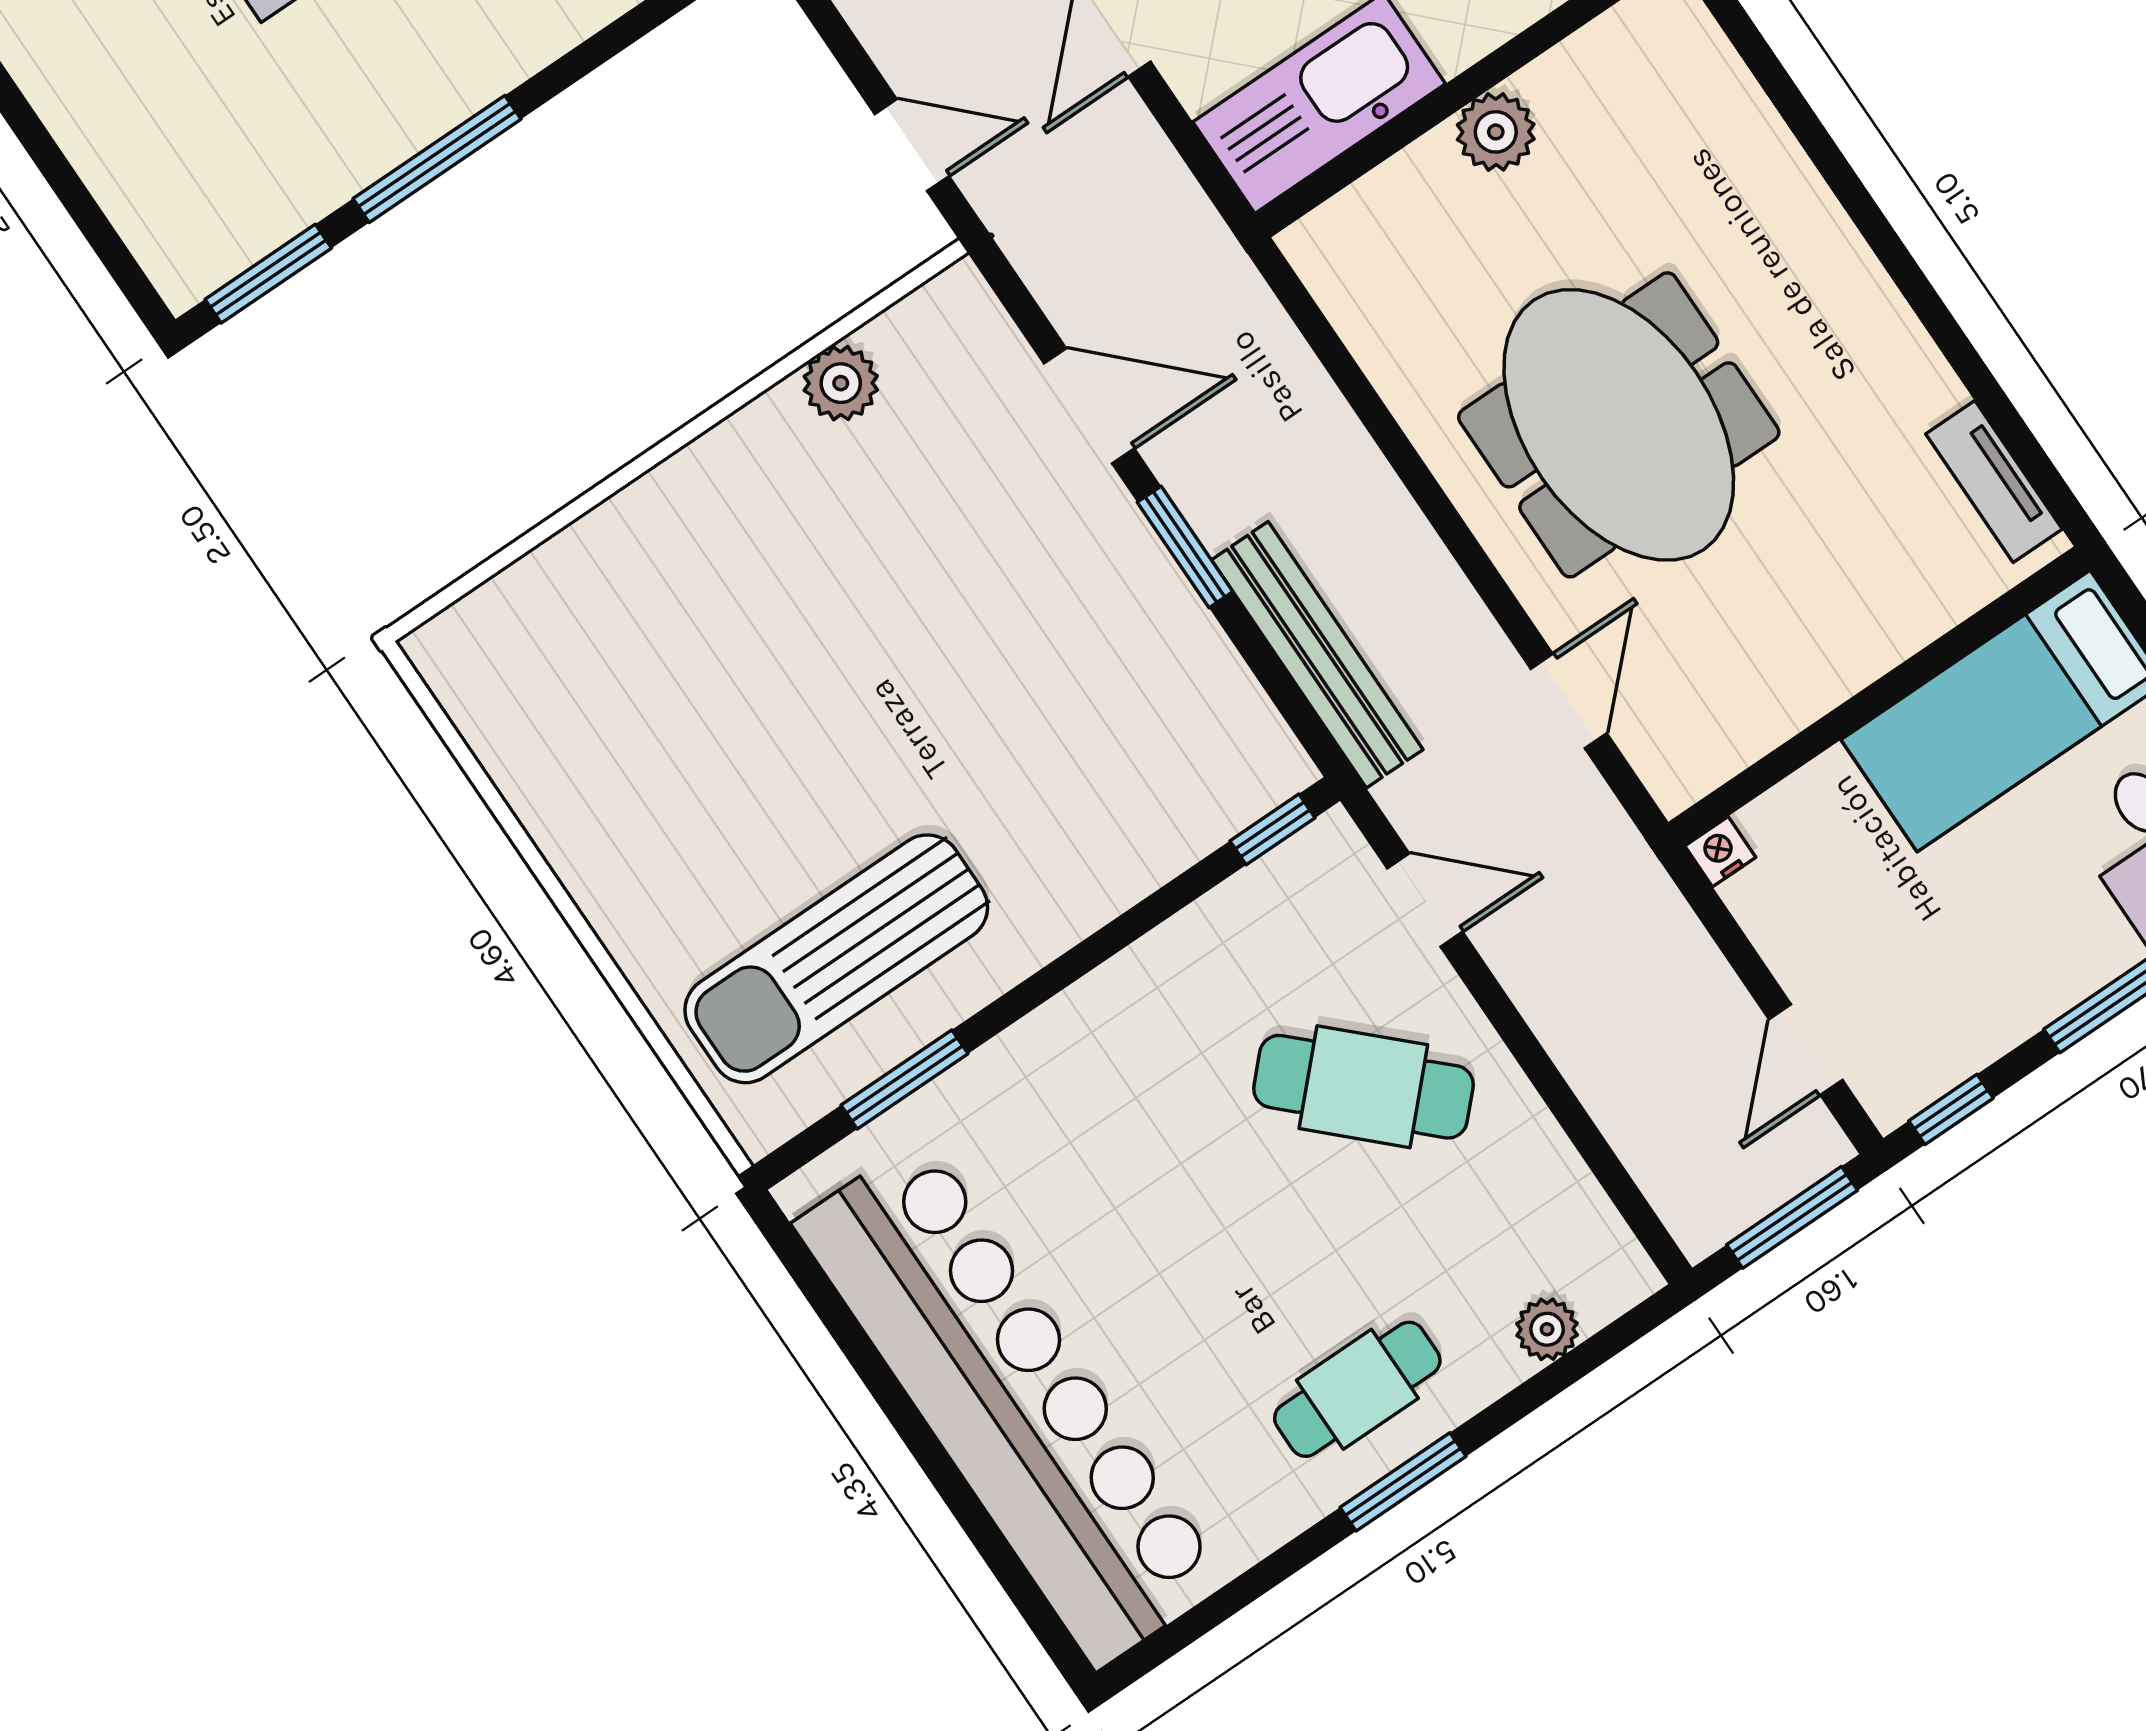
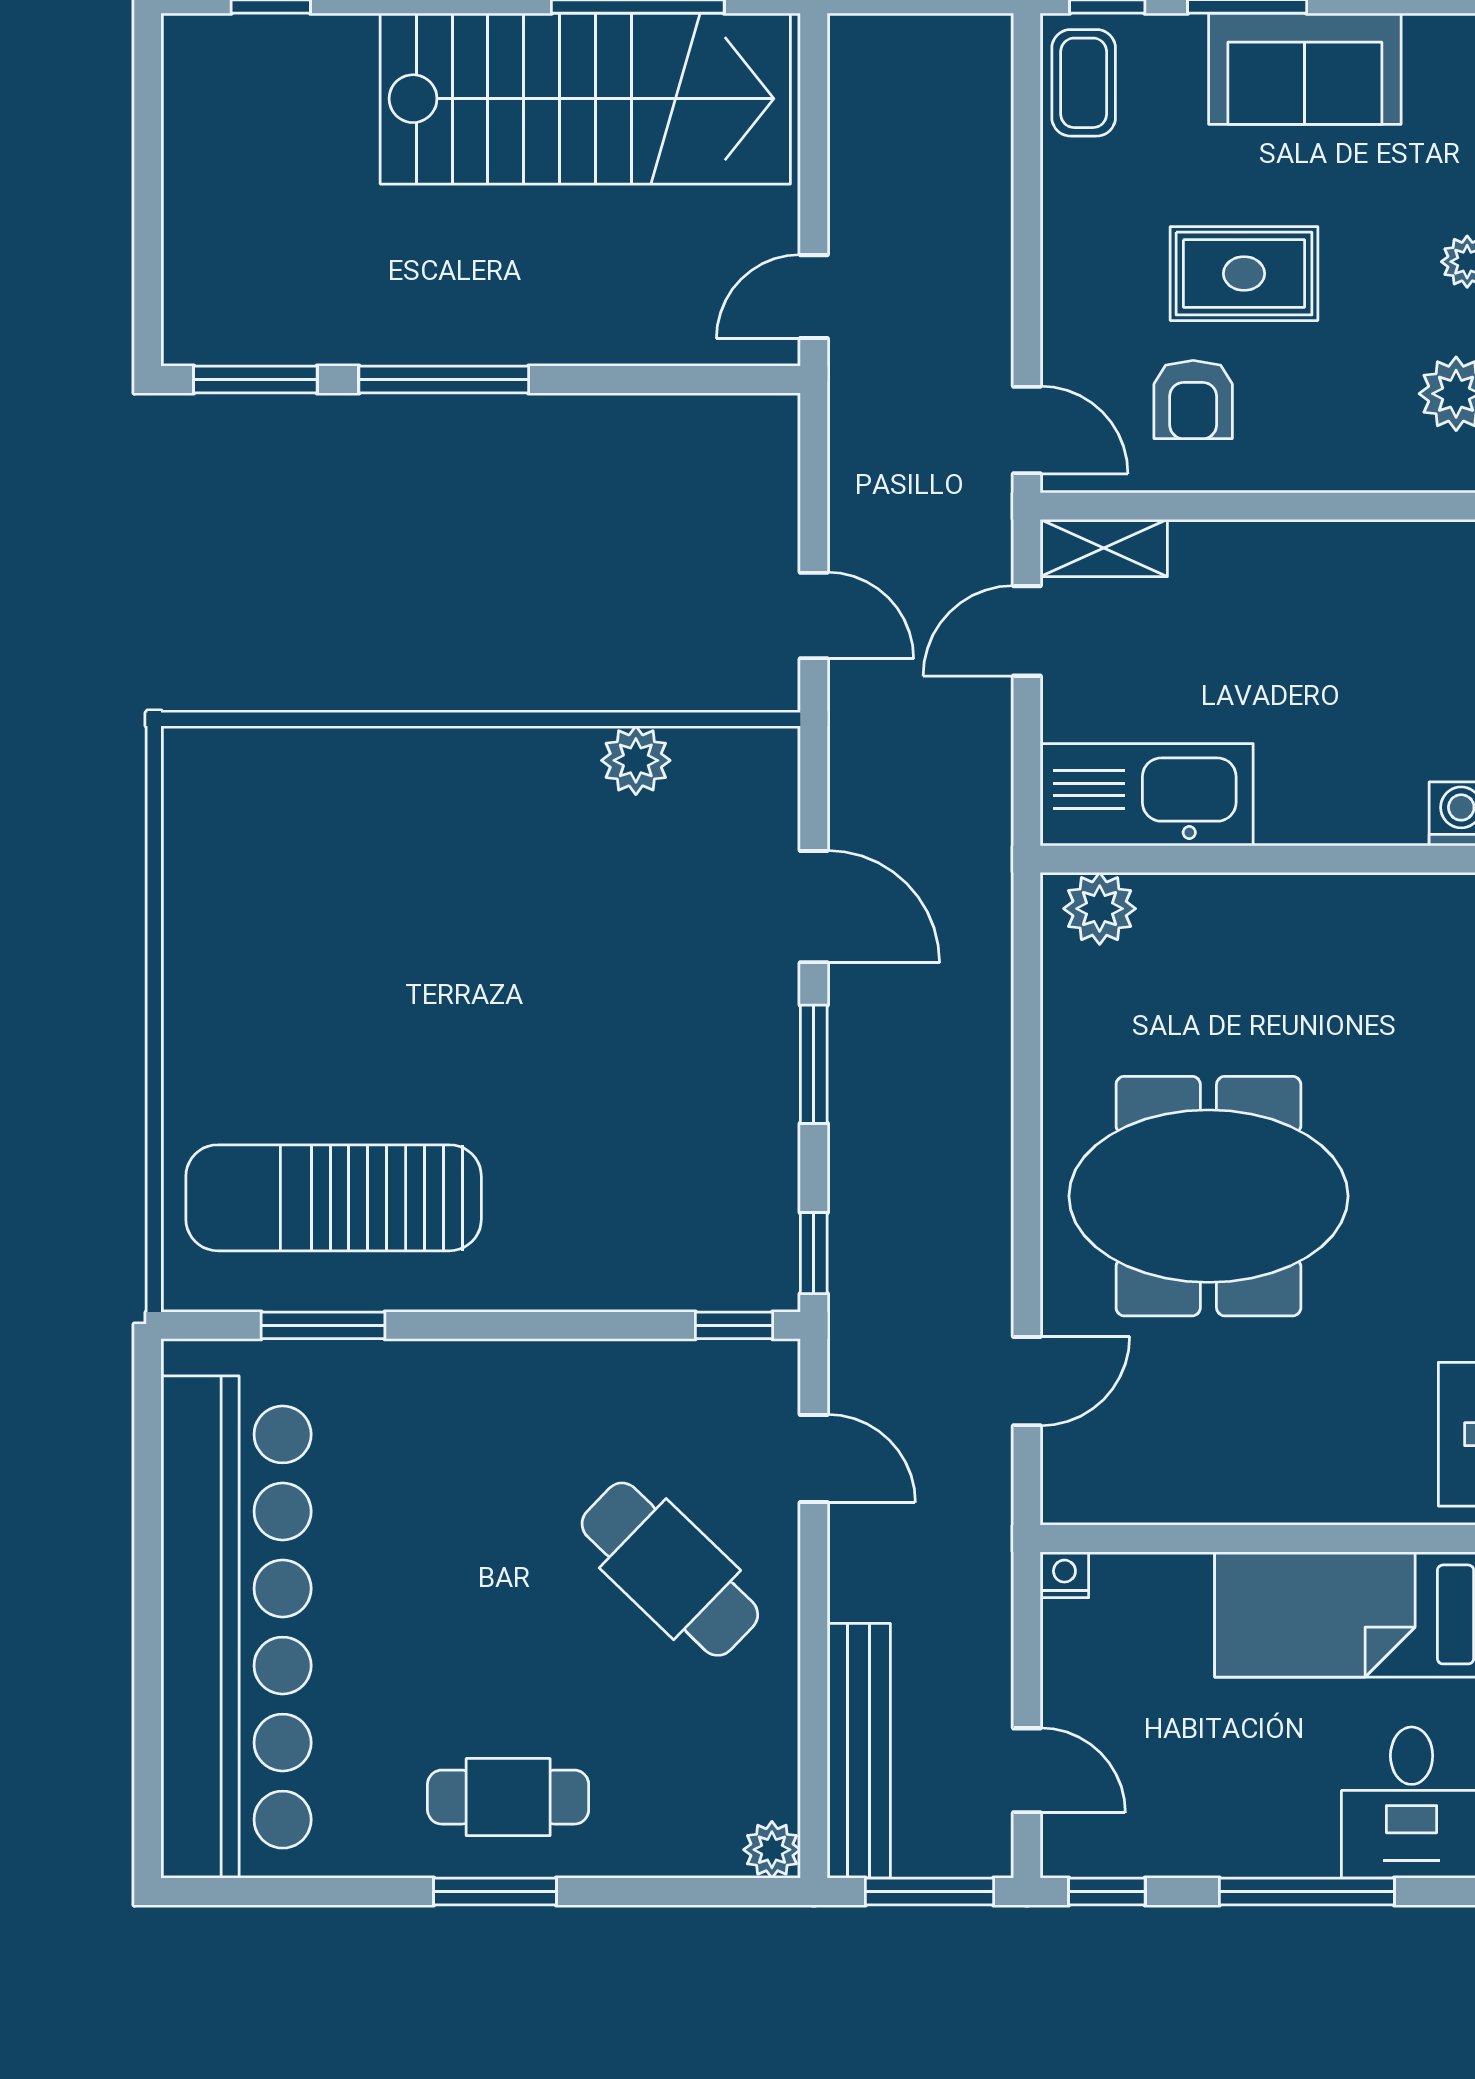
plant: (1496, 132) -> (1100, 909), moved
meeting table: (1619, 425) -> (1208, 1196), turned 90
bench: (1317, 655) -> (859, 1751), moved
window: (1300, 716) -> (814, 1253), added
door: (1806, 1050) -> (1027, 1770), swing flipped
plant: (1547, 1329) -> (772, 1850), moved

